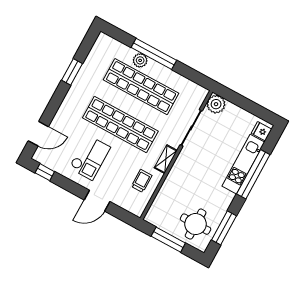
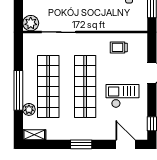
plant: (140, 60) -> (29, 109), moved
window: (72, 72) -> (81, 144), moved
shelving: (166, 159) -> (34, 135), moved

